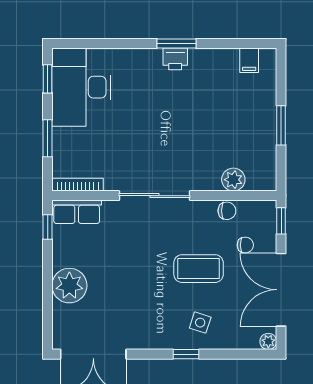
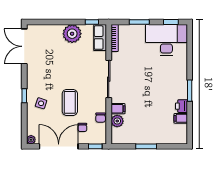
printer: (175, 59) -> (181, 106), moved
filing cabinet: (249, 60) -> (181, 118), moved
filing cabinet: (210, 178) -> (118, 109), added
plant: (69, 286) -> (72, 34), moved

